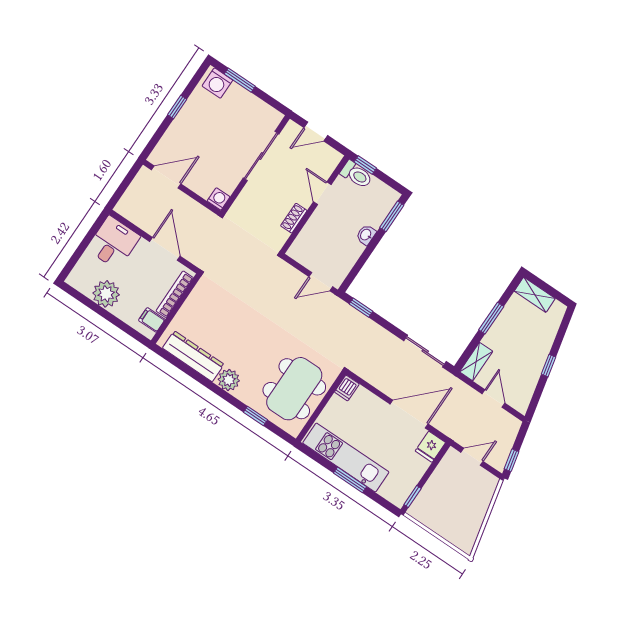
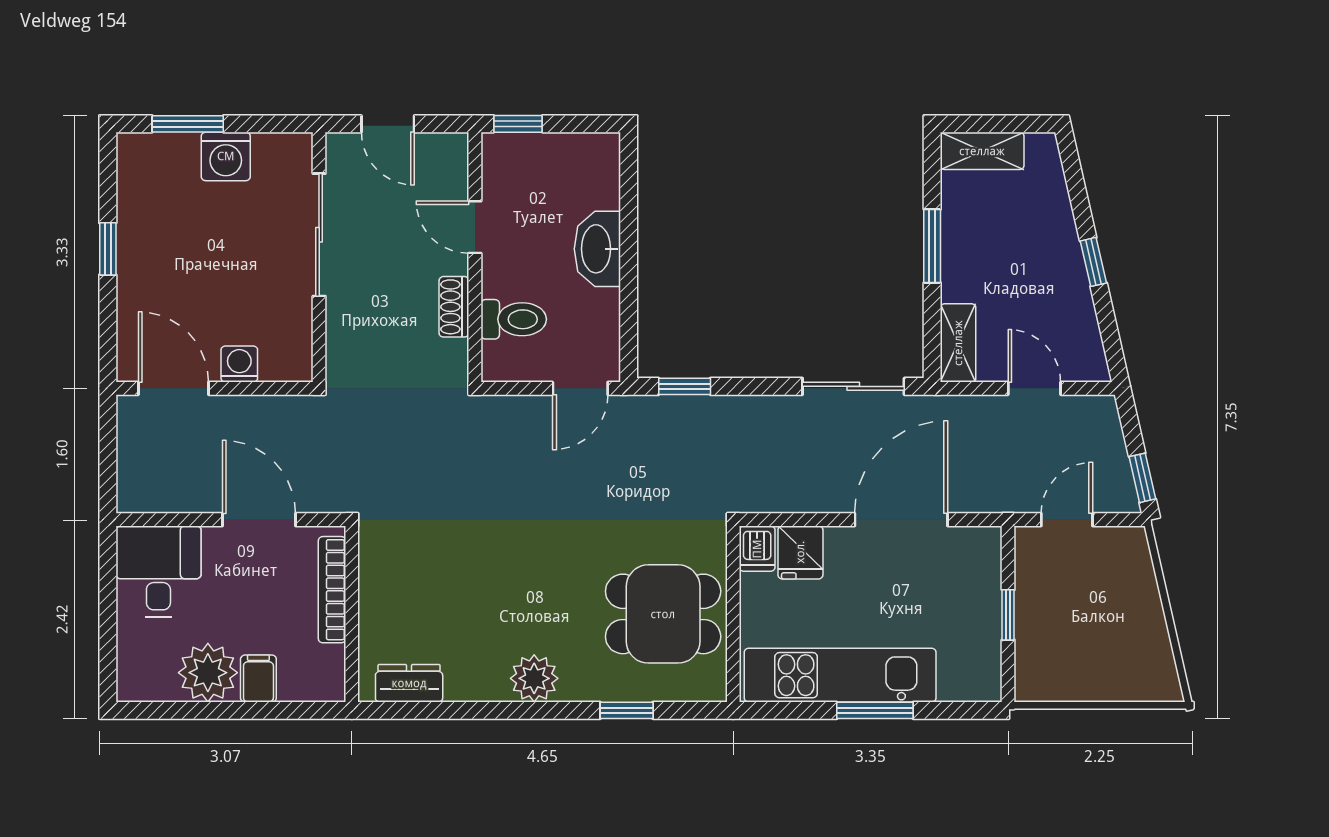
washing machine: (217, 83) -> (226, 156), moved
door: (316, 132) -> (388, 124), hinge flipped
toilet: (356, 175) -> (514, 319), moved
door: (166, 177) -> (173, 388), hinge flipped
washing machine: (219, 199) -> (239, 364), moved
window: (392, 216) -> (629, 184), removed
washbasin: (366, 235) -> (597, 249), width x1.91, depth x1.45
filing cabinet: (152, 320) -> (258, 679), moved, turned 90
dresser: (193, 356) -> (409, 683), width x0.51, depth x0.80
dining table: (294, 389) -> (663, 614), width x0.73
fridge: (430, 447) -> (800, 552), moved
window: (413, 496) -> (1008, 615), moved

